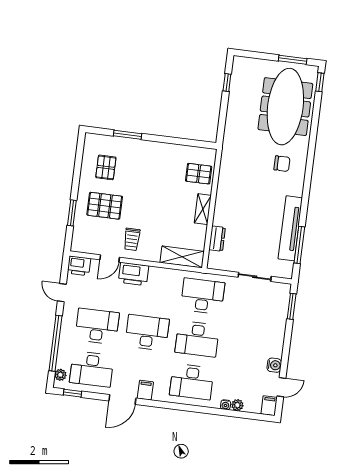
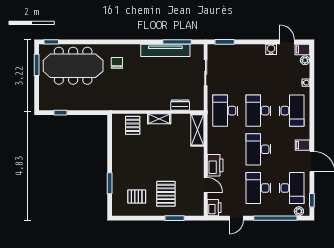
trolley: (132, 239) -> (189, 170), removed
desk: (197, 339) -> (258, 111), turned 180
plant: (237, 405) -> (305, 60), moved

